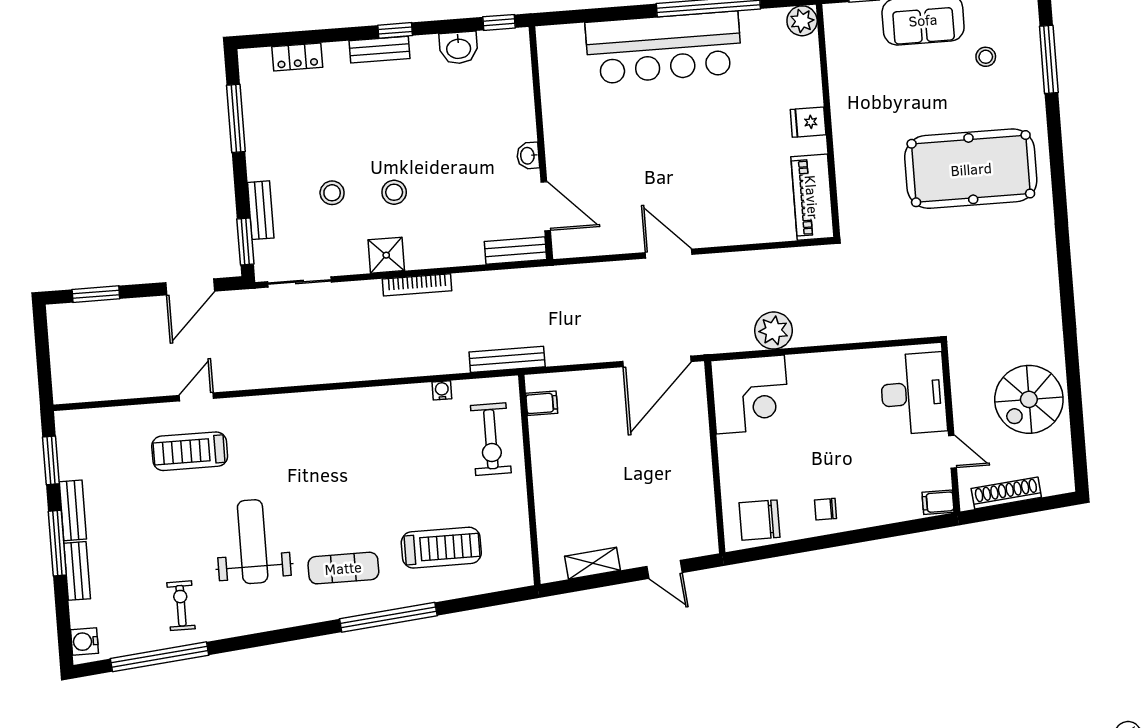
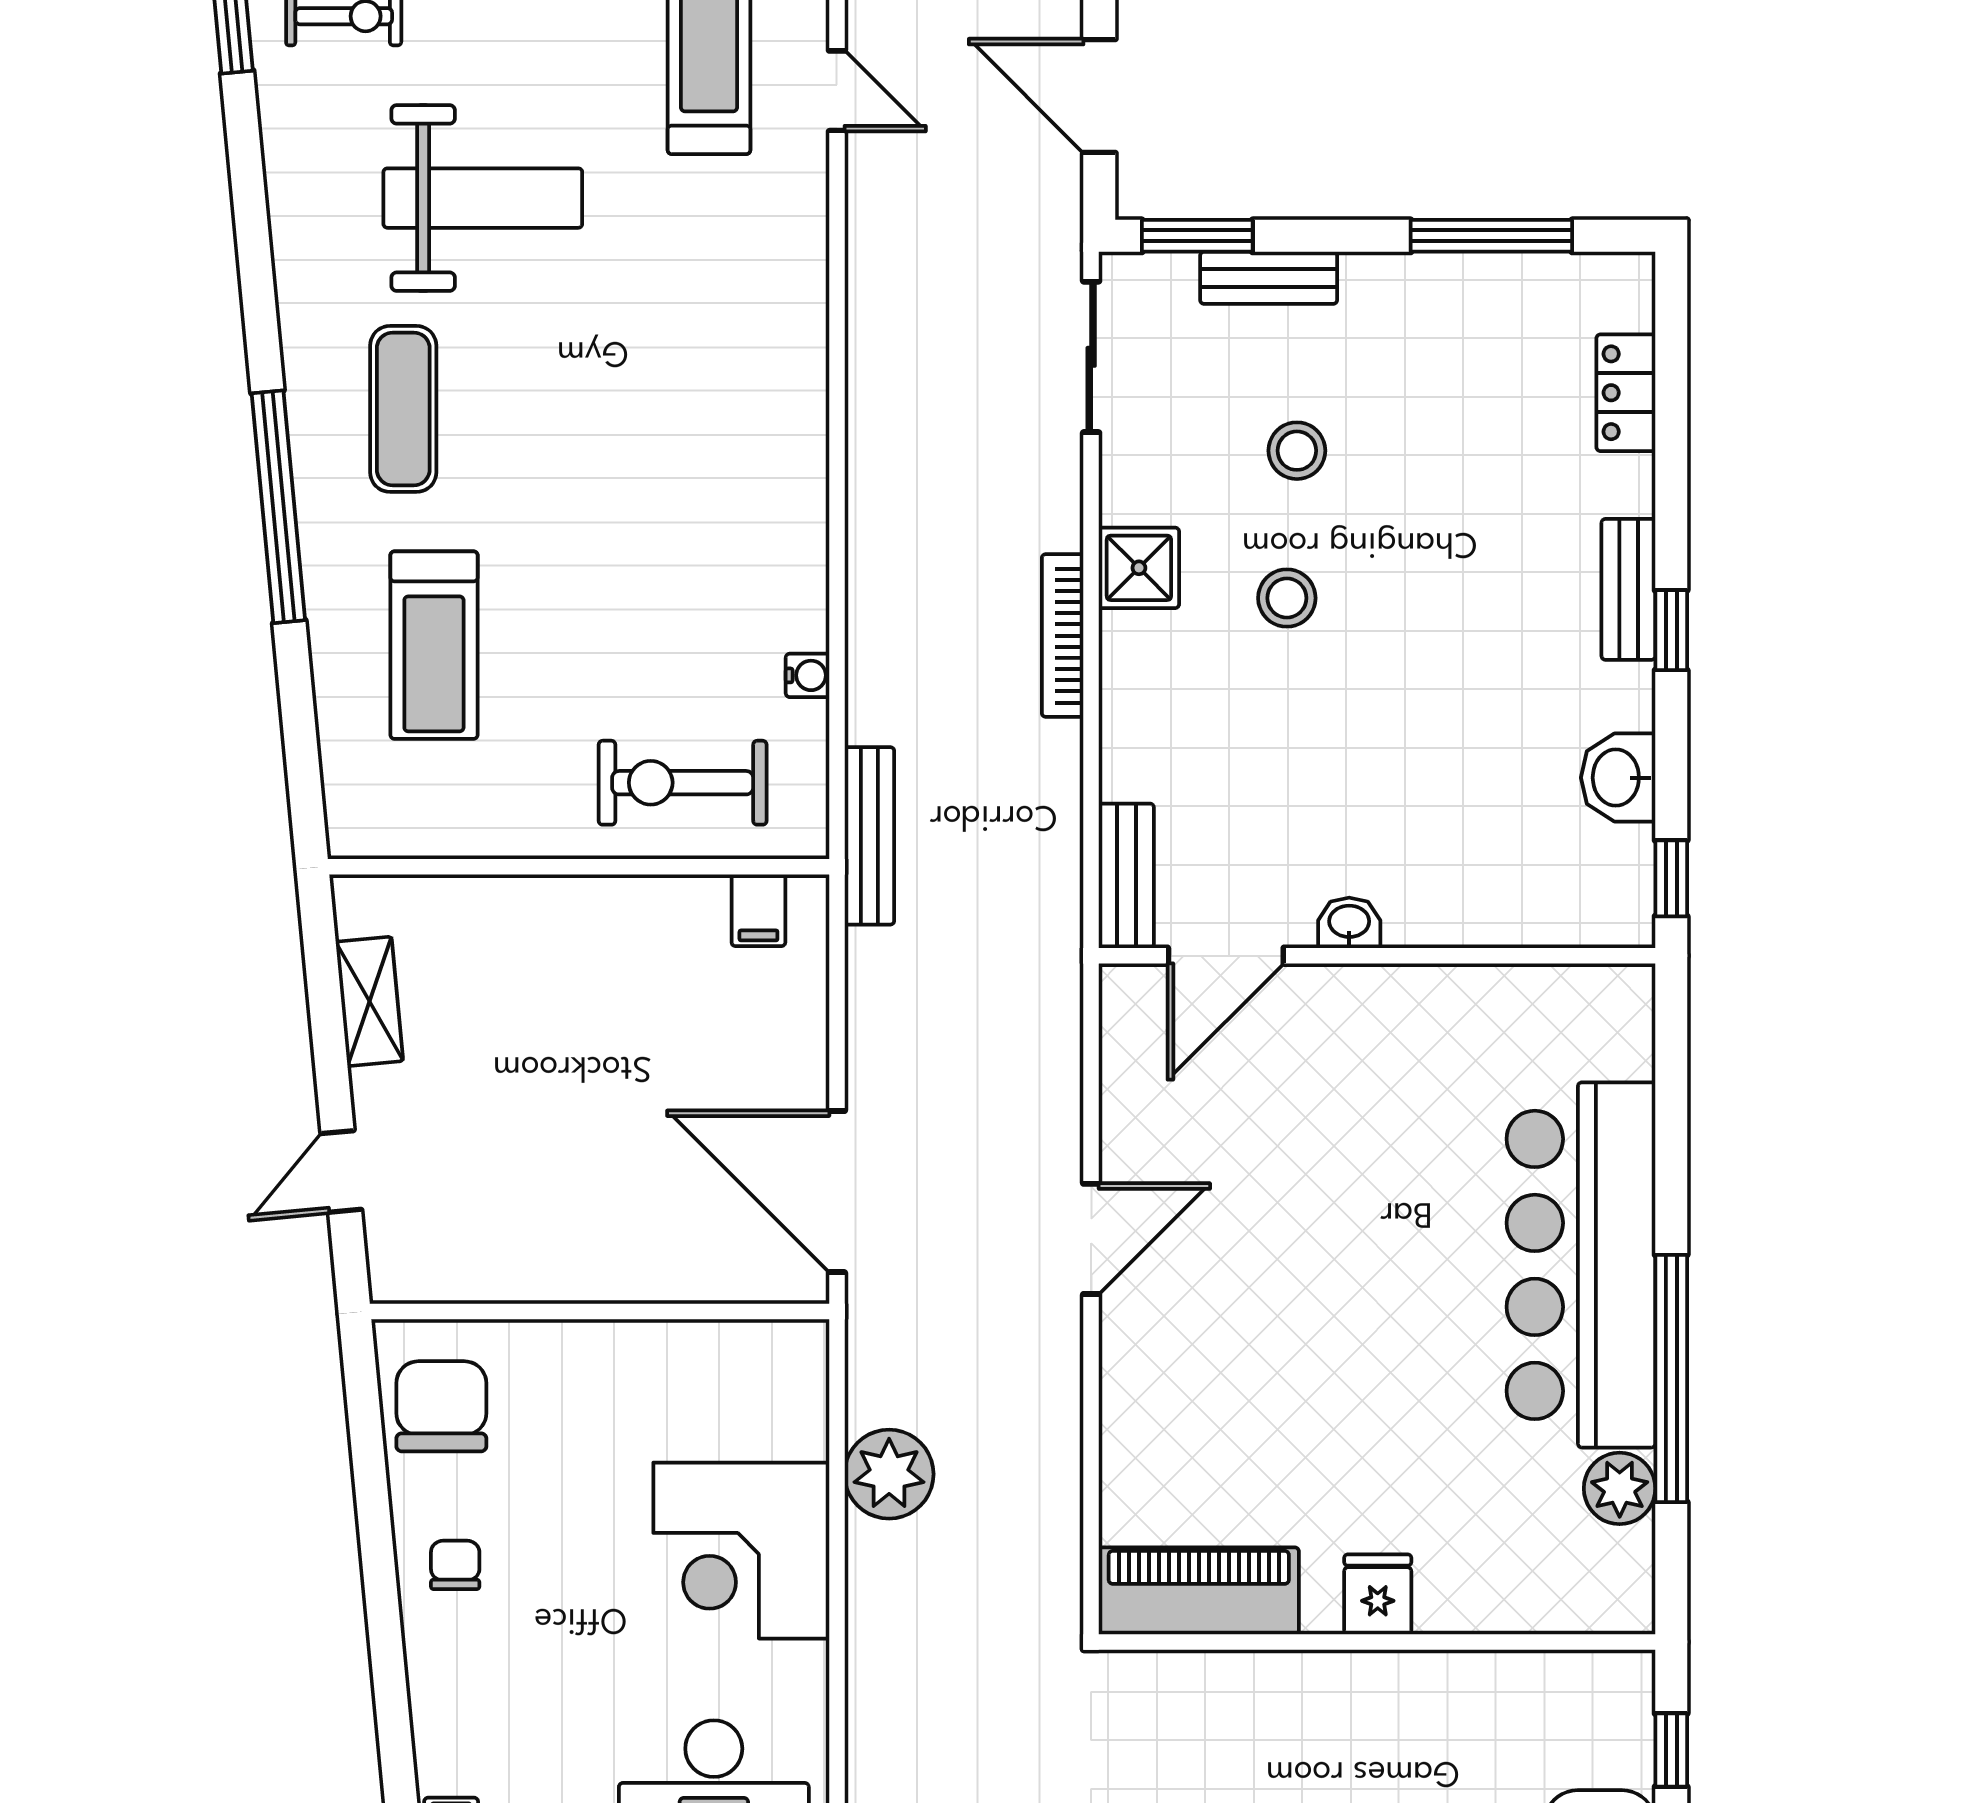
plant: (802, 21) -> (1620, 1488), moved
corner desk: (750, 395) -> (741, 1551), moved

